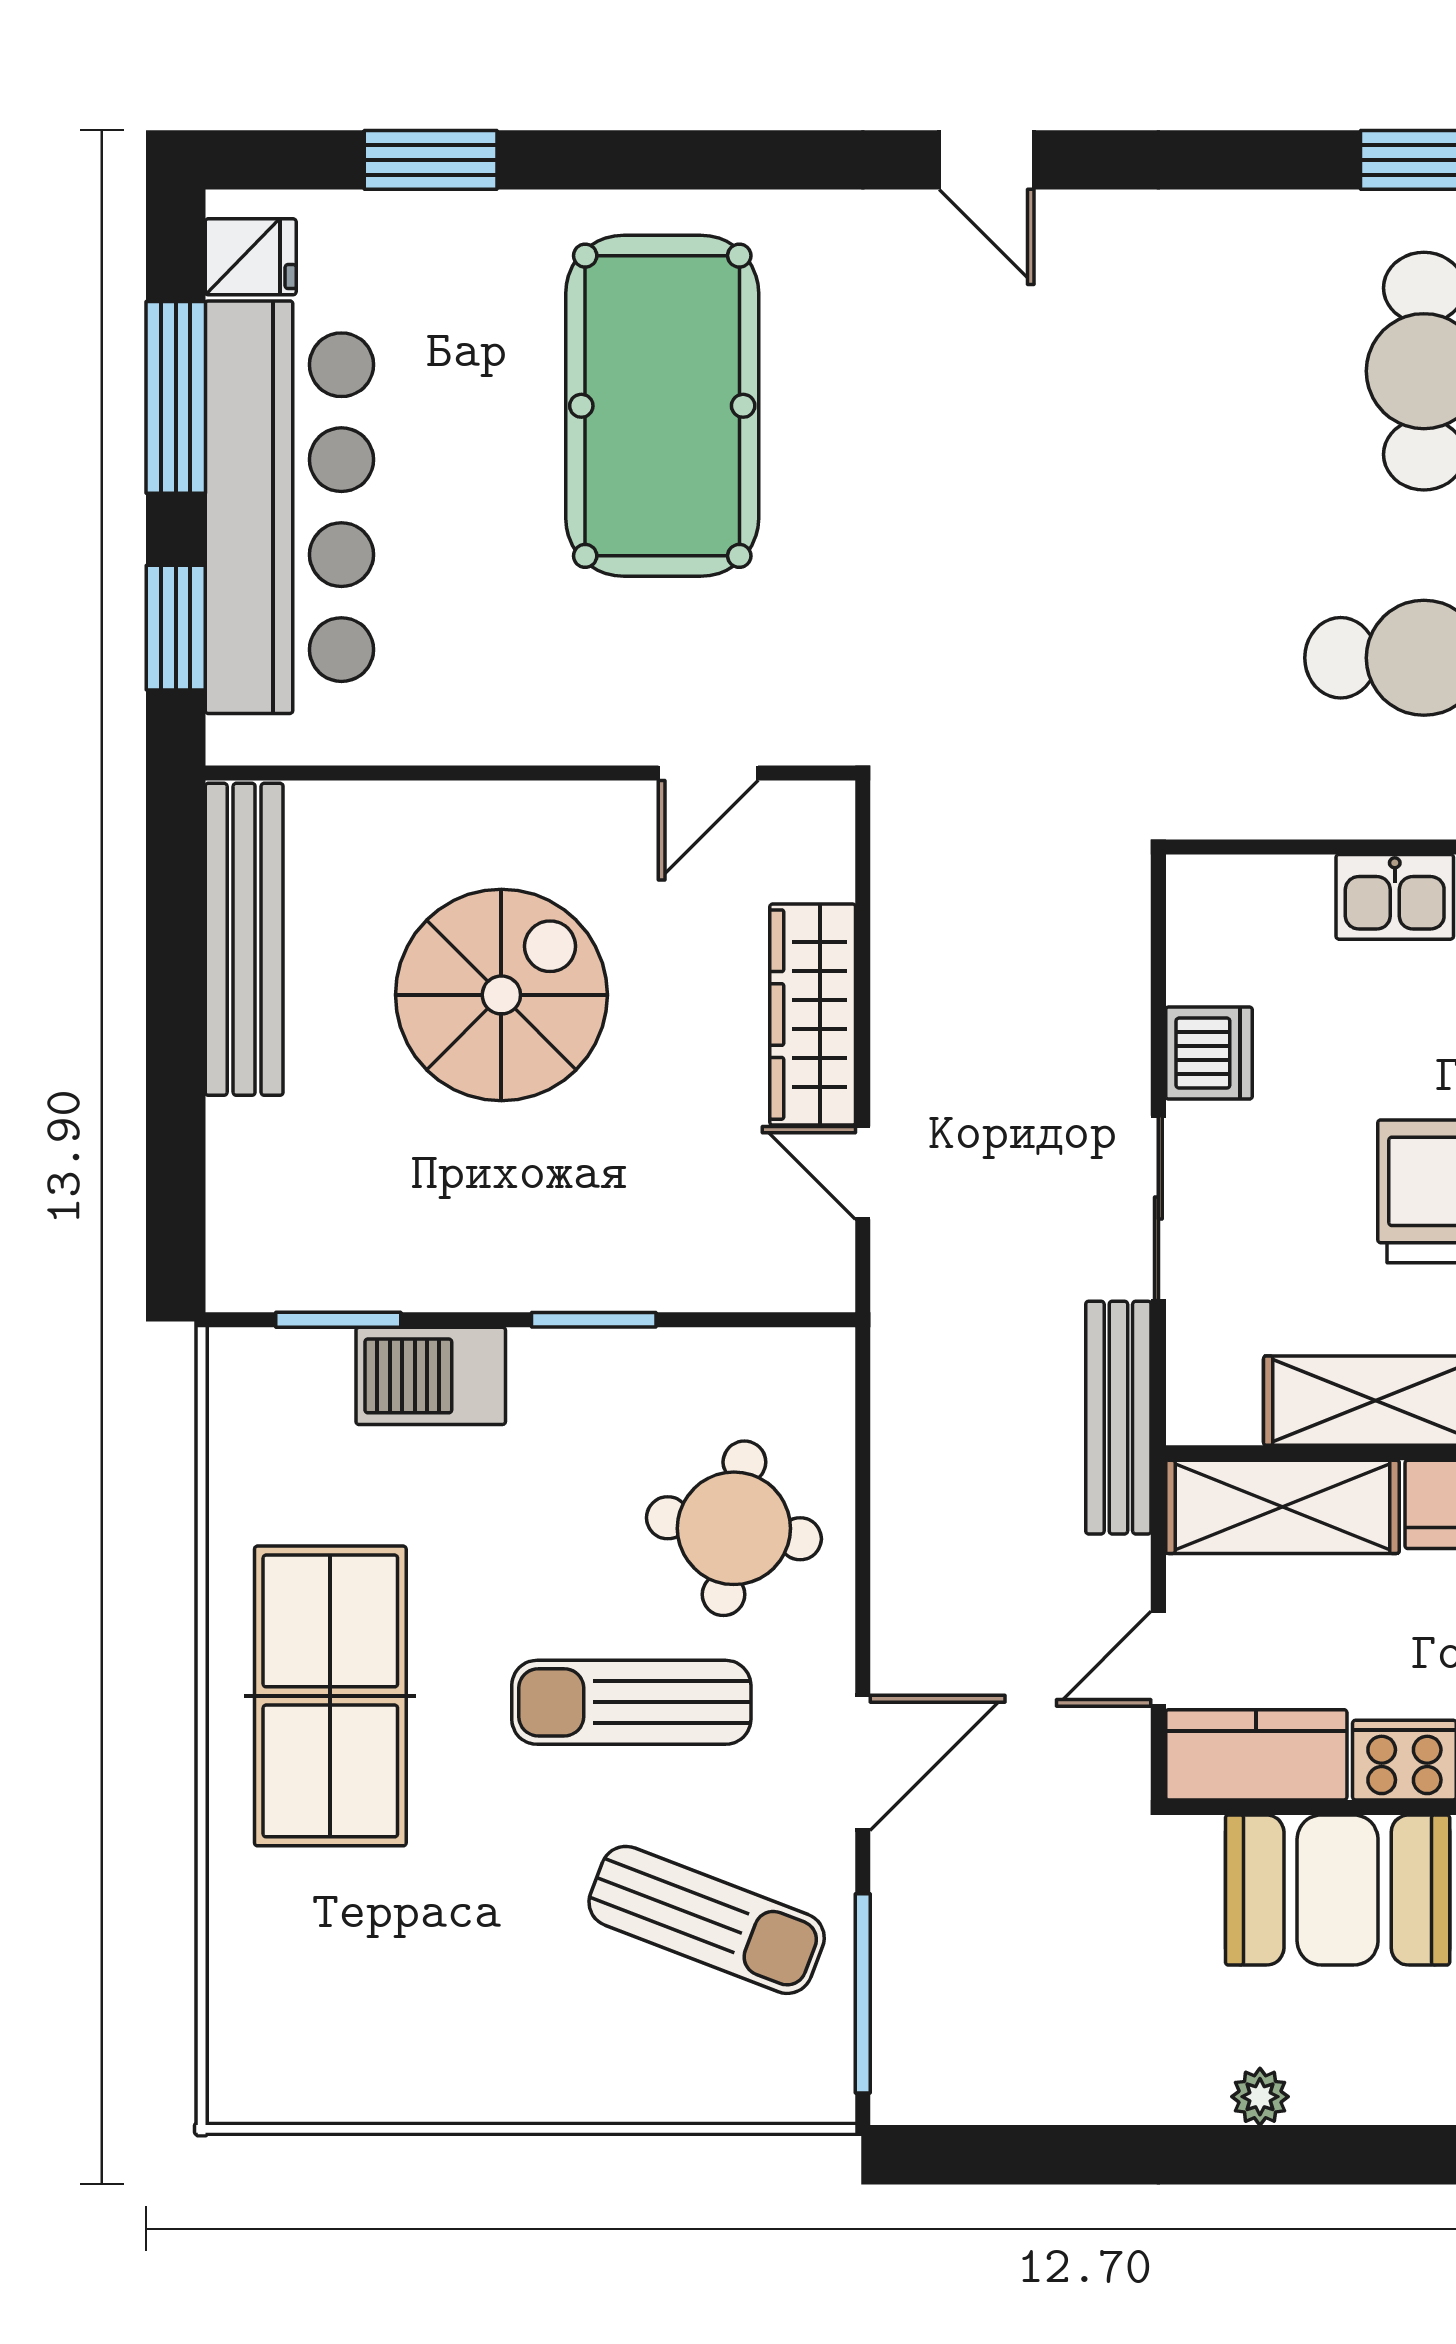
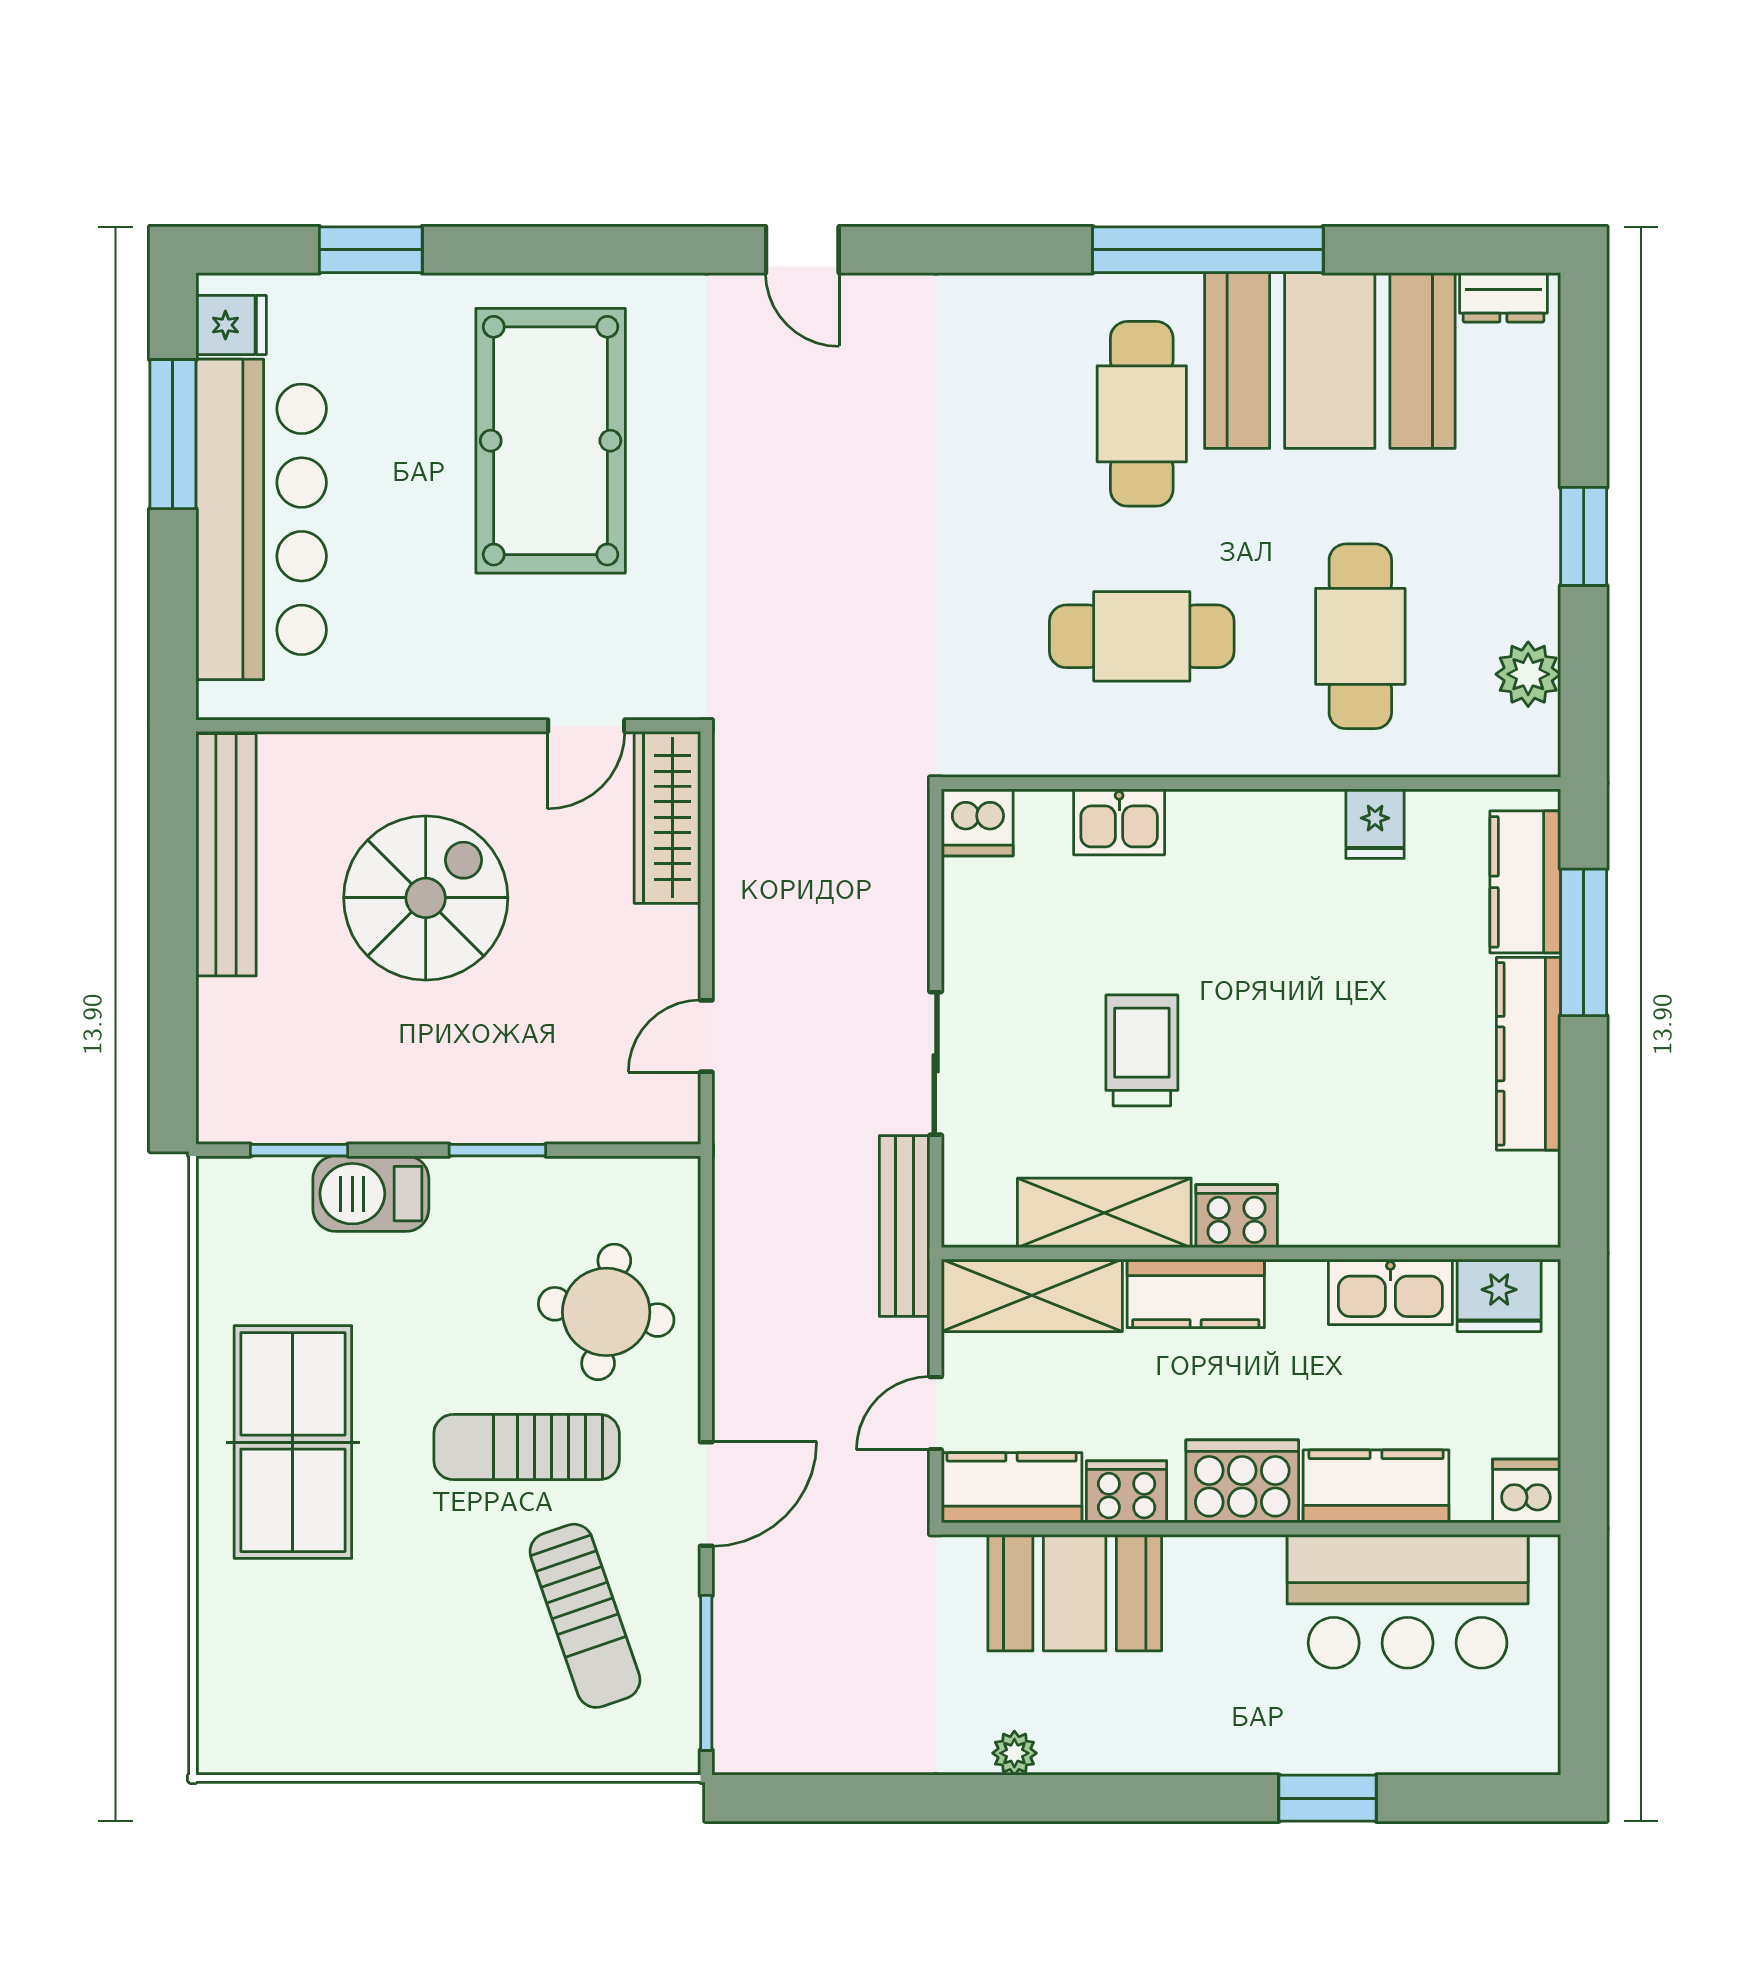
window: (176, 628) -> (173, 613), removed
wardrobe: (813, 1015) -> (667, 817), moved
dishwasher: (1209, 1053) -> (977, 822), moved, turned 90
door: (863, 1173) -> (706, 1036), hinge flipped
sun lounger: (707, 1920) -> (585, 1616), turned 50

